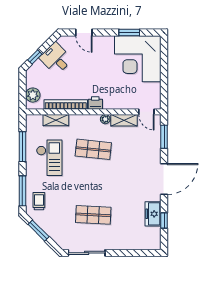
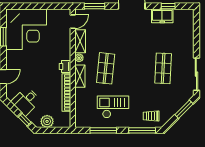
plant: (33, 95) -> (47, 121), moved
shelving: (56, 120) -> (80, 76), moved
window: (39, 231) -> (184, 109), moved

